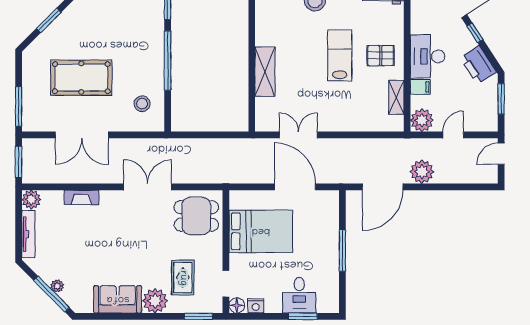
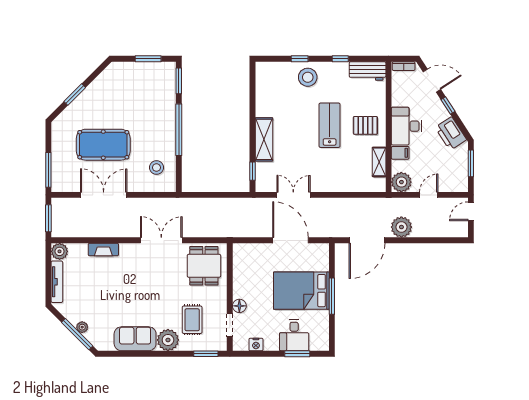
window: (252, 108) -> (253, 171), added
double door: (82, 135) -> (104, 195), swing flipped
dining table: (196, 216) -> (204, 266), turned 90
bed: (261, 231) -> (301, 291), moved, turned 180
floor lamp: (237, 305) -> (239, 306), moved

